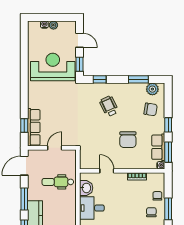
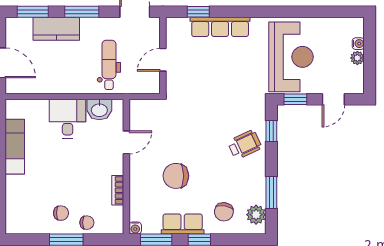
wheelchair: (109, 106) -> (245, 145), moved
row of seats: (34, 127) -> (220, 27), moved
row of seats: (158, 147) -> (183, 224), moved
door: (55, 148) -> (163, 60), swing flipped

